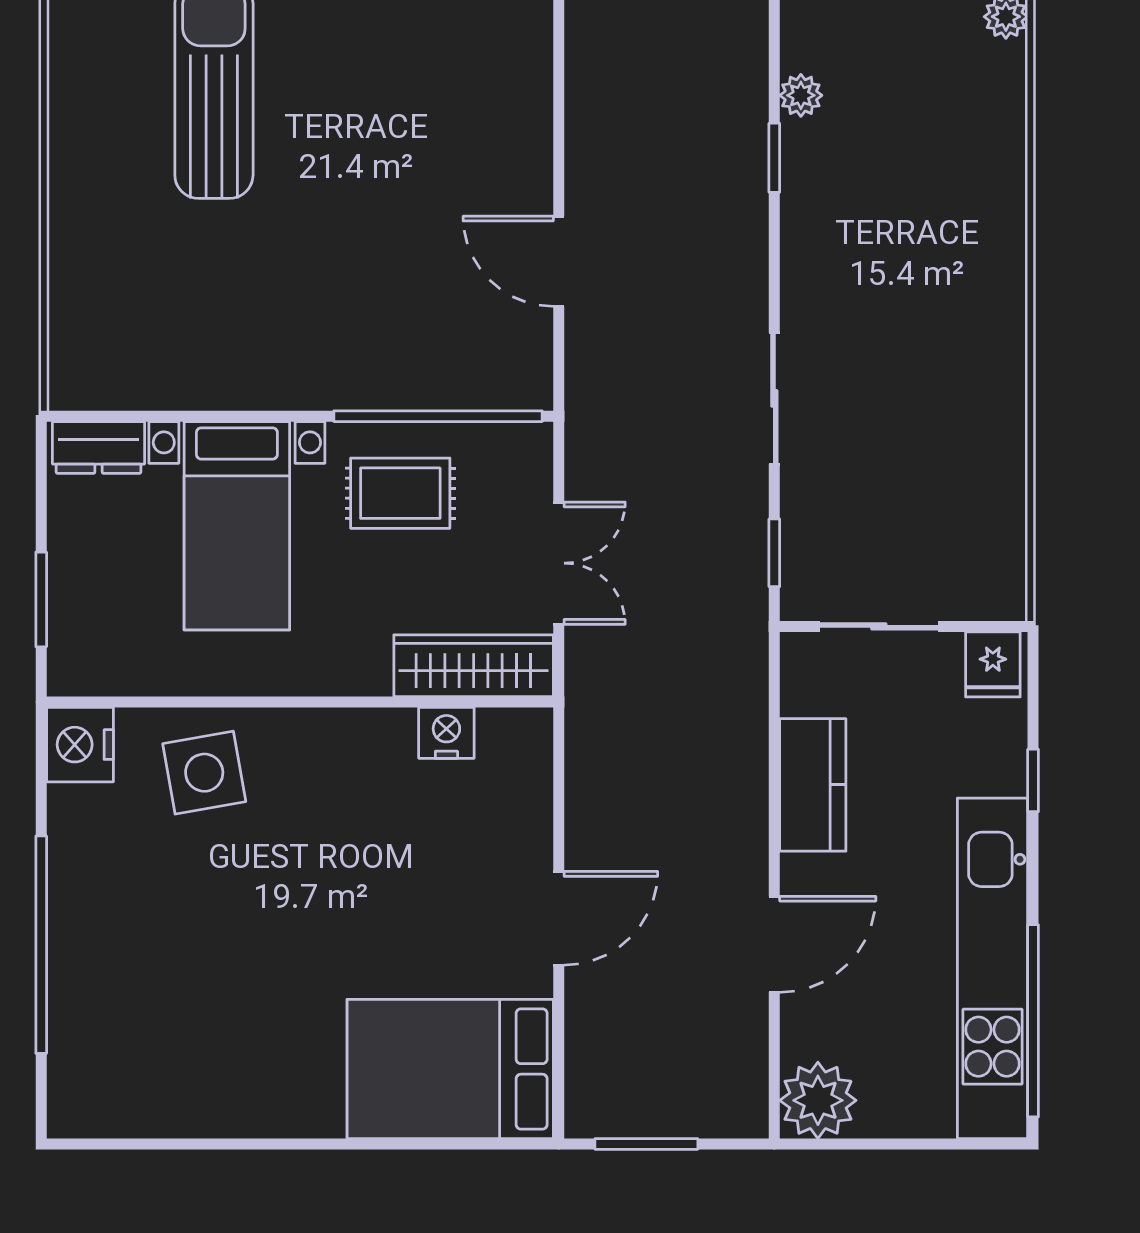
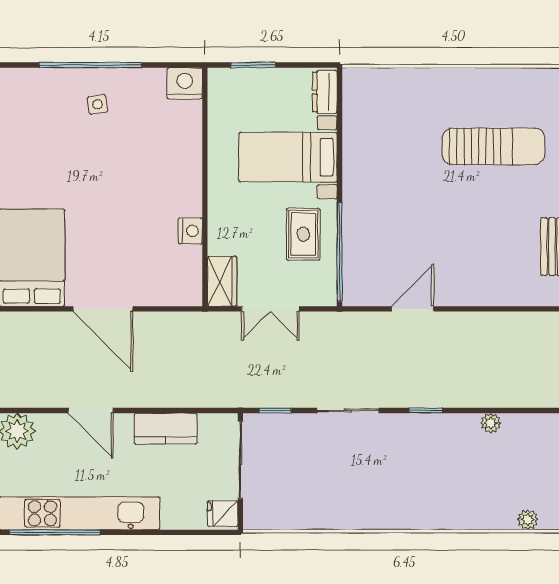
window: (774, 158) -> (426, 410), moved
sliding door: (879, 626) -> (240, 460), width x1.37
wardrobe: (474, 666) -> (222, 281), width x0.67
nightstand: (446, 733) -> (190, 231), moved
side table: (204, 773) -> (98, 104), moved, width x0.54, depth x0.54
window: (1033, 780) -> (168, 532), removed
door: (559, 918) -> (103, 309), width x1.36

